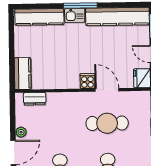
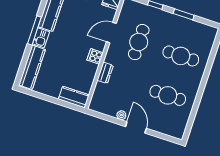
cooker: (87, 81) -> (95, 56), moved
dresser: (35, 99) -> (105, 73), moved

